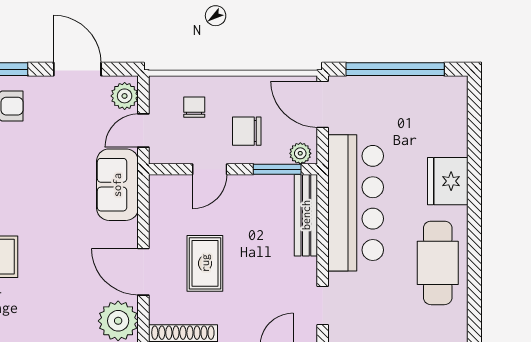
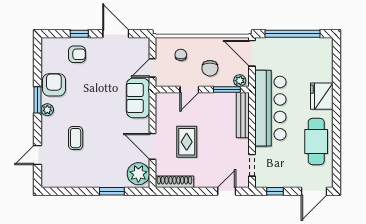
plant: (125, 96) -> (142, 49), removed
chair: (247, 131) -> (210, 68), turned -90

